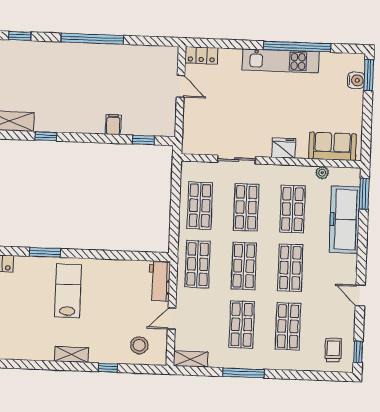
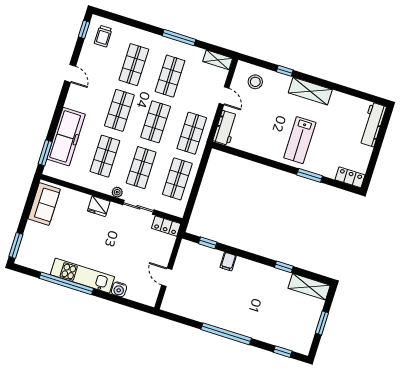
locker: (201, 55) -> (166, 226), moved, turned 180
water cooler: (356, 80) -> (119, 289), moved, turned -90
sofa: (333, 146) -> (44, 204), moved, turned -90
plant: (322, 173) -> (117, 192), moved
door: (172, 319) -> (224, 96), hinge flipped
shelving: (71, 354) -> (310, 91), width x1.50, depth x1.33

